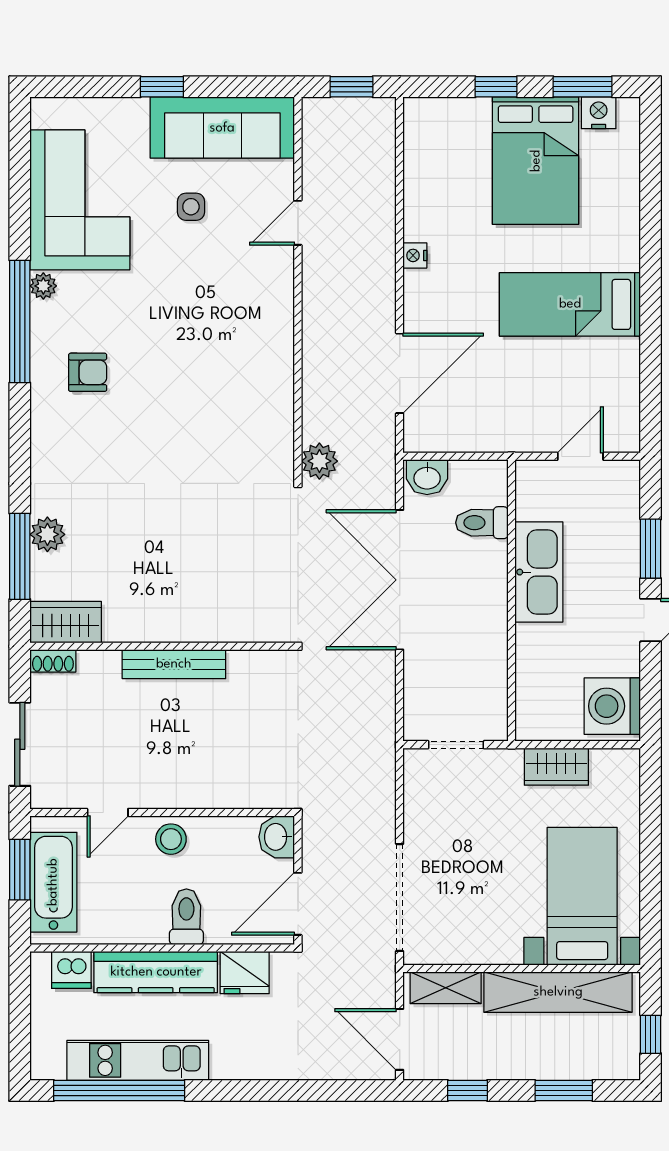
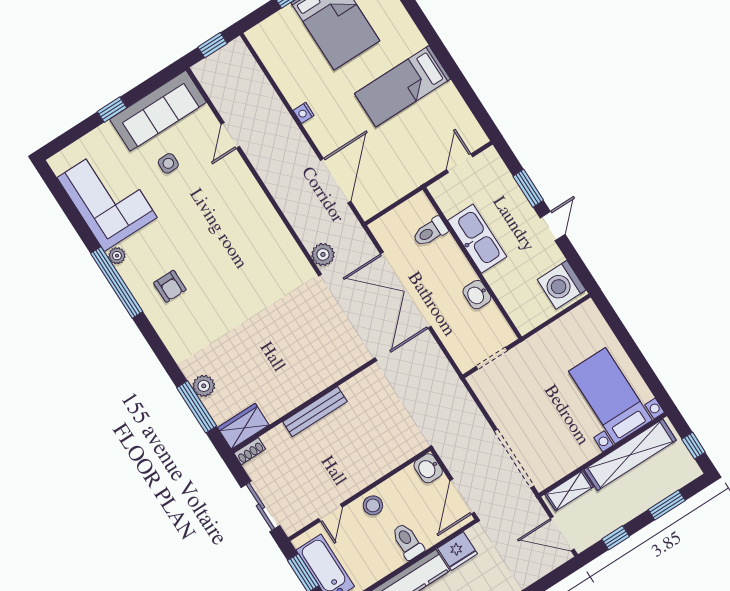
armchair: (88, 372) -> (170, 286), turned 90
washbasin: (427, 477) -> (477, 295), moved, turned 90
wardrobe: (556, 767) -> (553, 336), removed

